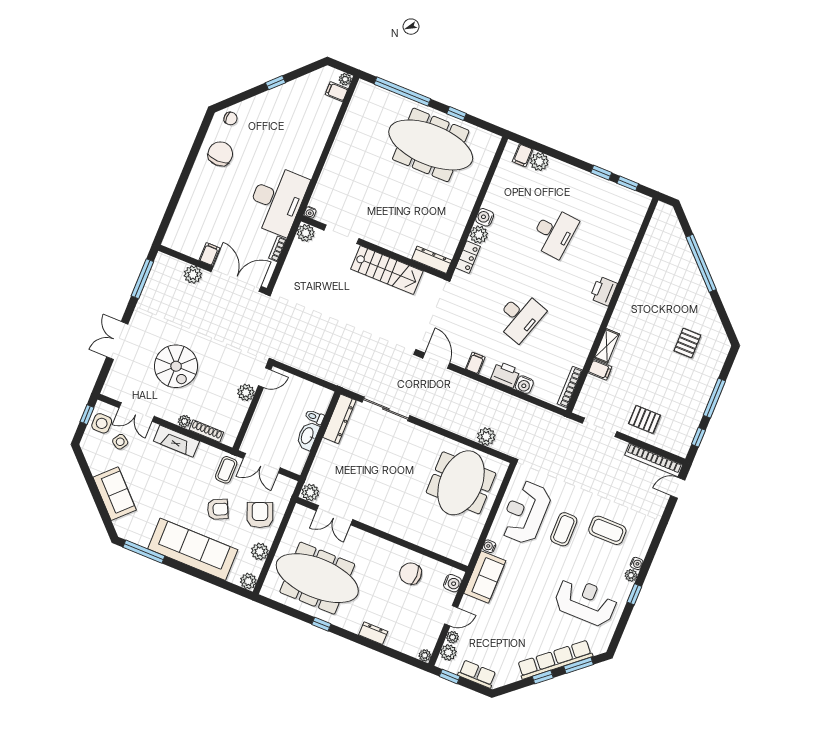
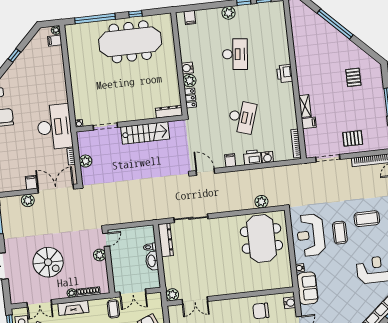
plant: (539, 162) -> (229, 13), moved
plant: (306, 233) -> (86, 161), moved

